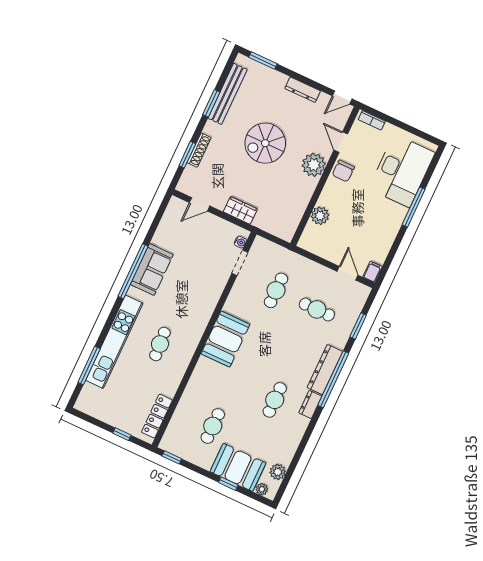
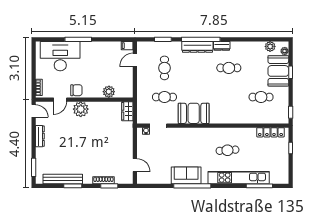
spiral stairs: (265, 143) -> (81, 143), removed
wardrobe: (240, 210) -> (127, 111), moved
booth: (225, 339) -> (194, 113), moved

